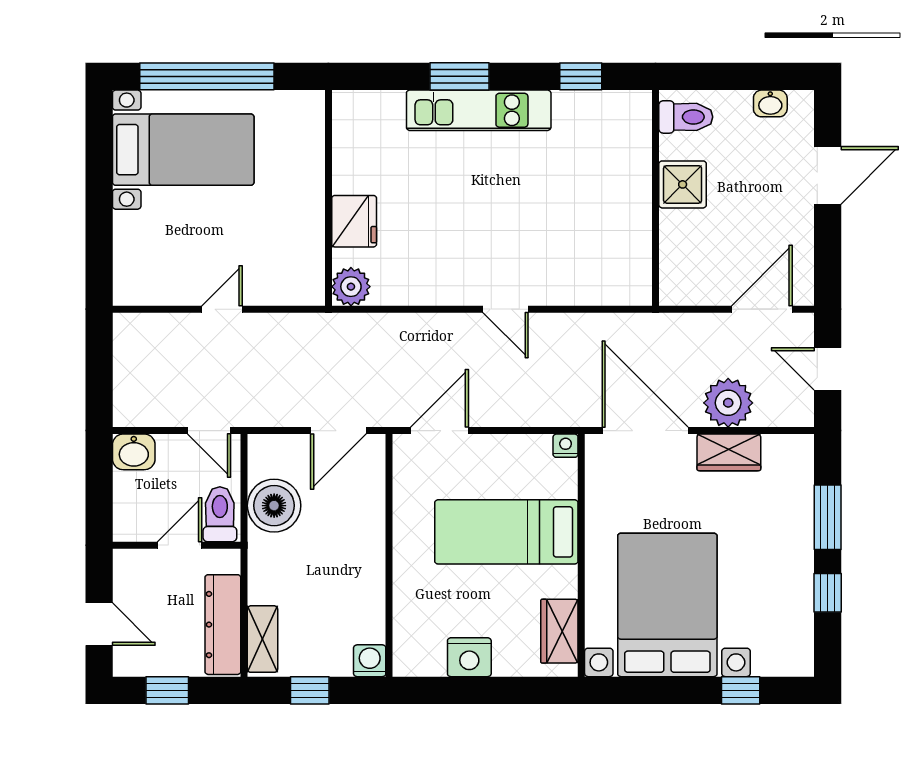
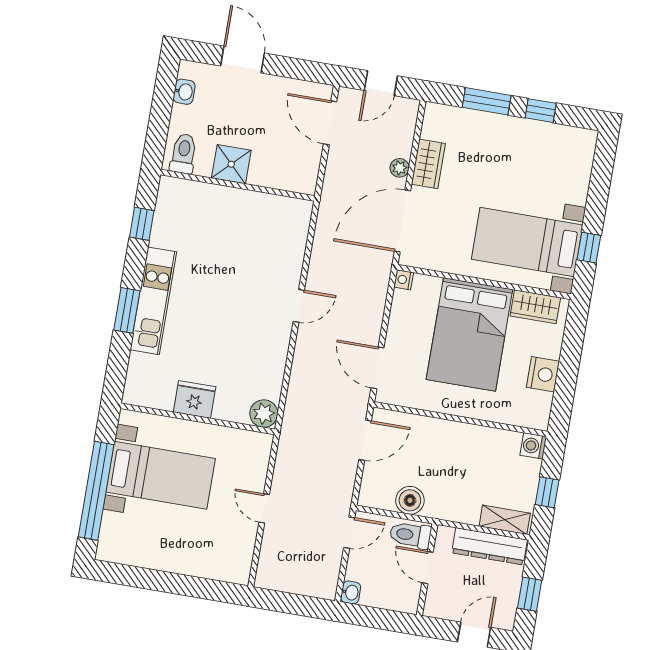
bed with nightstands: (183, 150) -> (161, 475), moved, turned 90
fridge: (354, 221) -> (195, 399), moved
plant: (728, 403) -> (400, 168), width x0.53, depth x0.53
door: (338, 431) -> (365, 440), hinge flipped
washbasin: (134, 452) -> (351, 592), width x0.72, depth x0.69
boiler: (274, 506) -> (410, 500), width x0.73, depth x0.73
bed: (506, 532) -> (469, 334), width x1.50
bed with nightstands: (667, 605) -> (527, 242), width x0.73
window: (741, 690) -> (589, 248), moved

